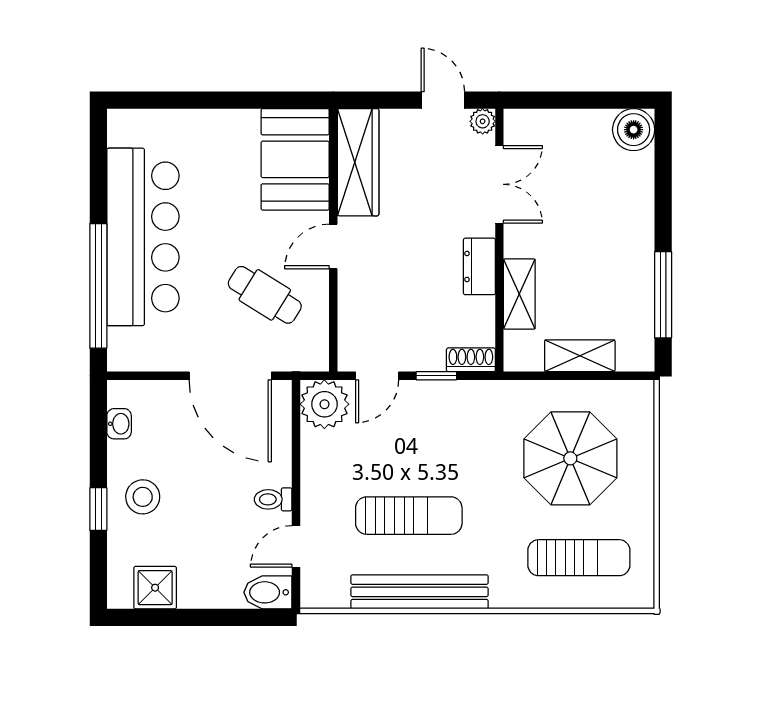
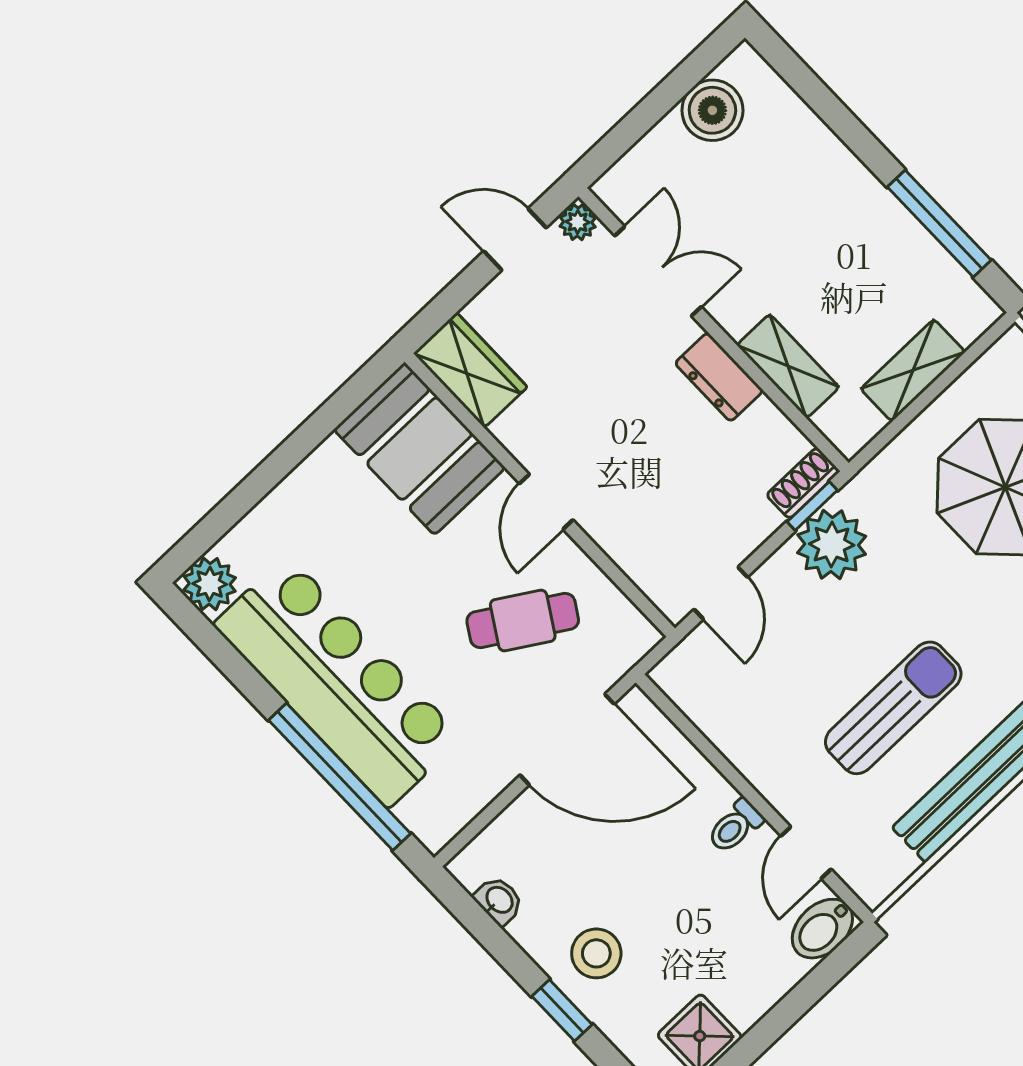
plant: (125, 127) -> (210, 584), added
boiler: (634, 130) -> (712, 110), moved
wardrobe: (358, 162) -> (470, 370), width x0.67
window: (436, 376) -> (812, 506), moved
plant: (324, 404) -> (832, 545), moved

